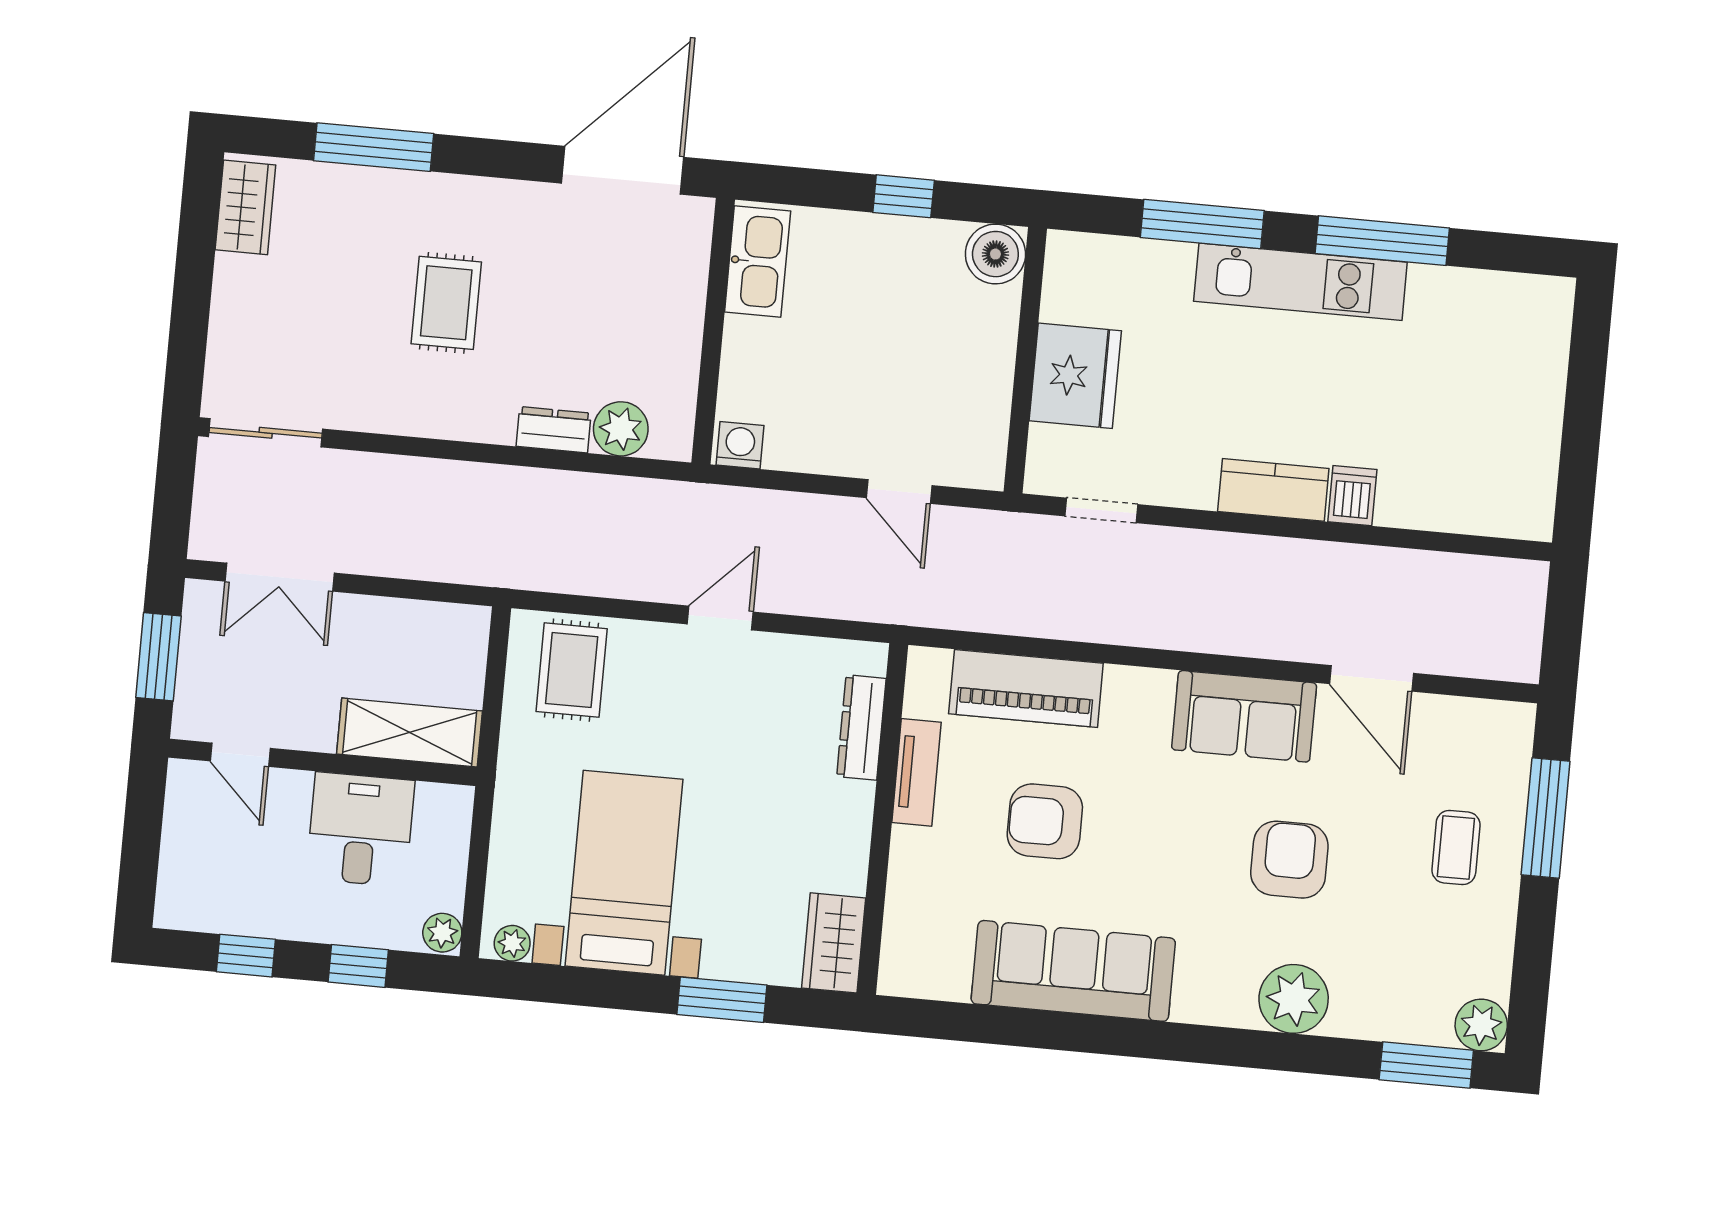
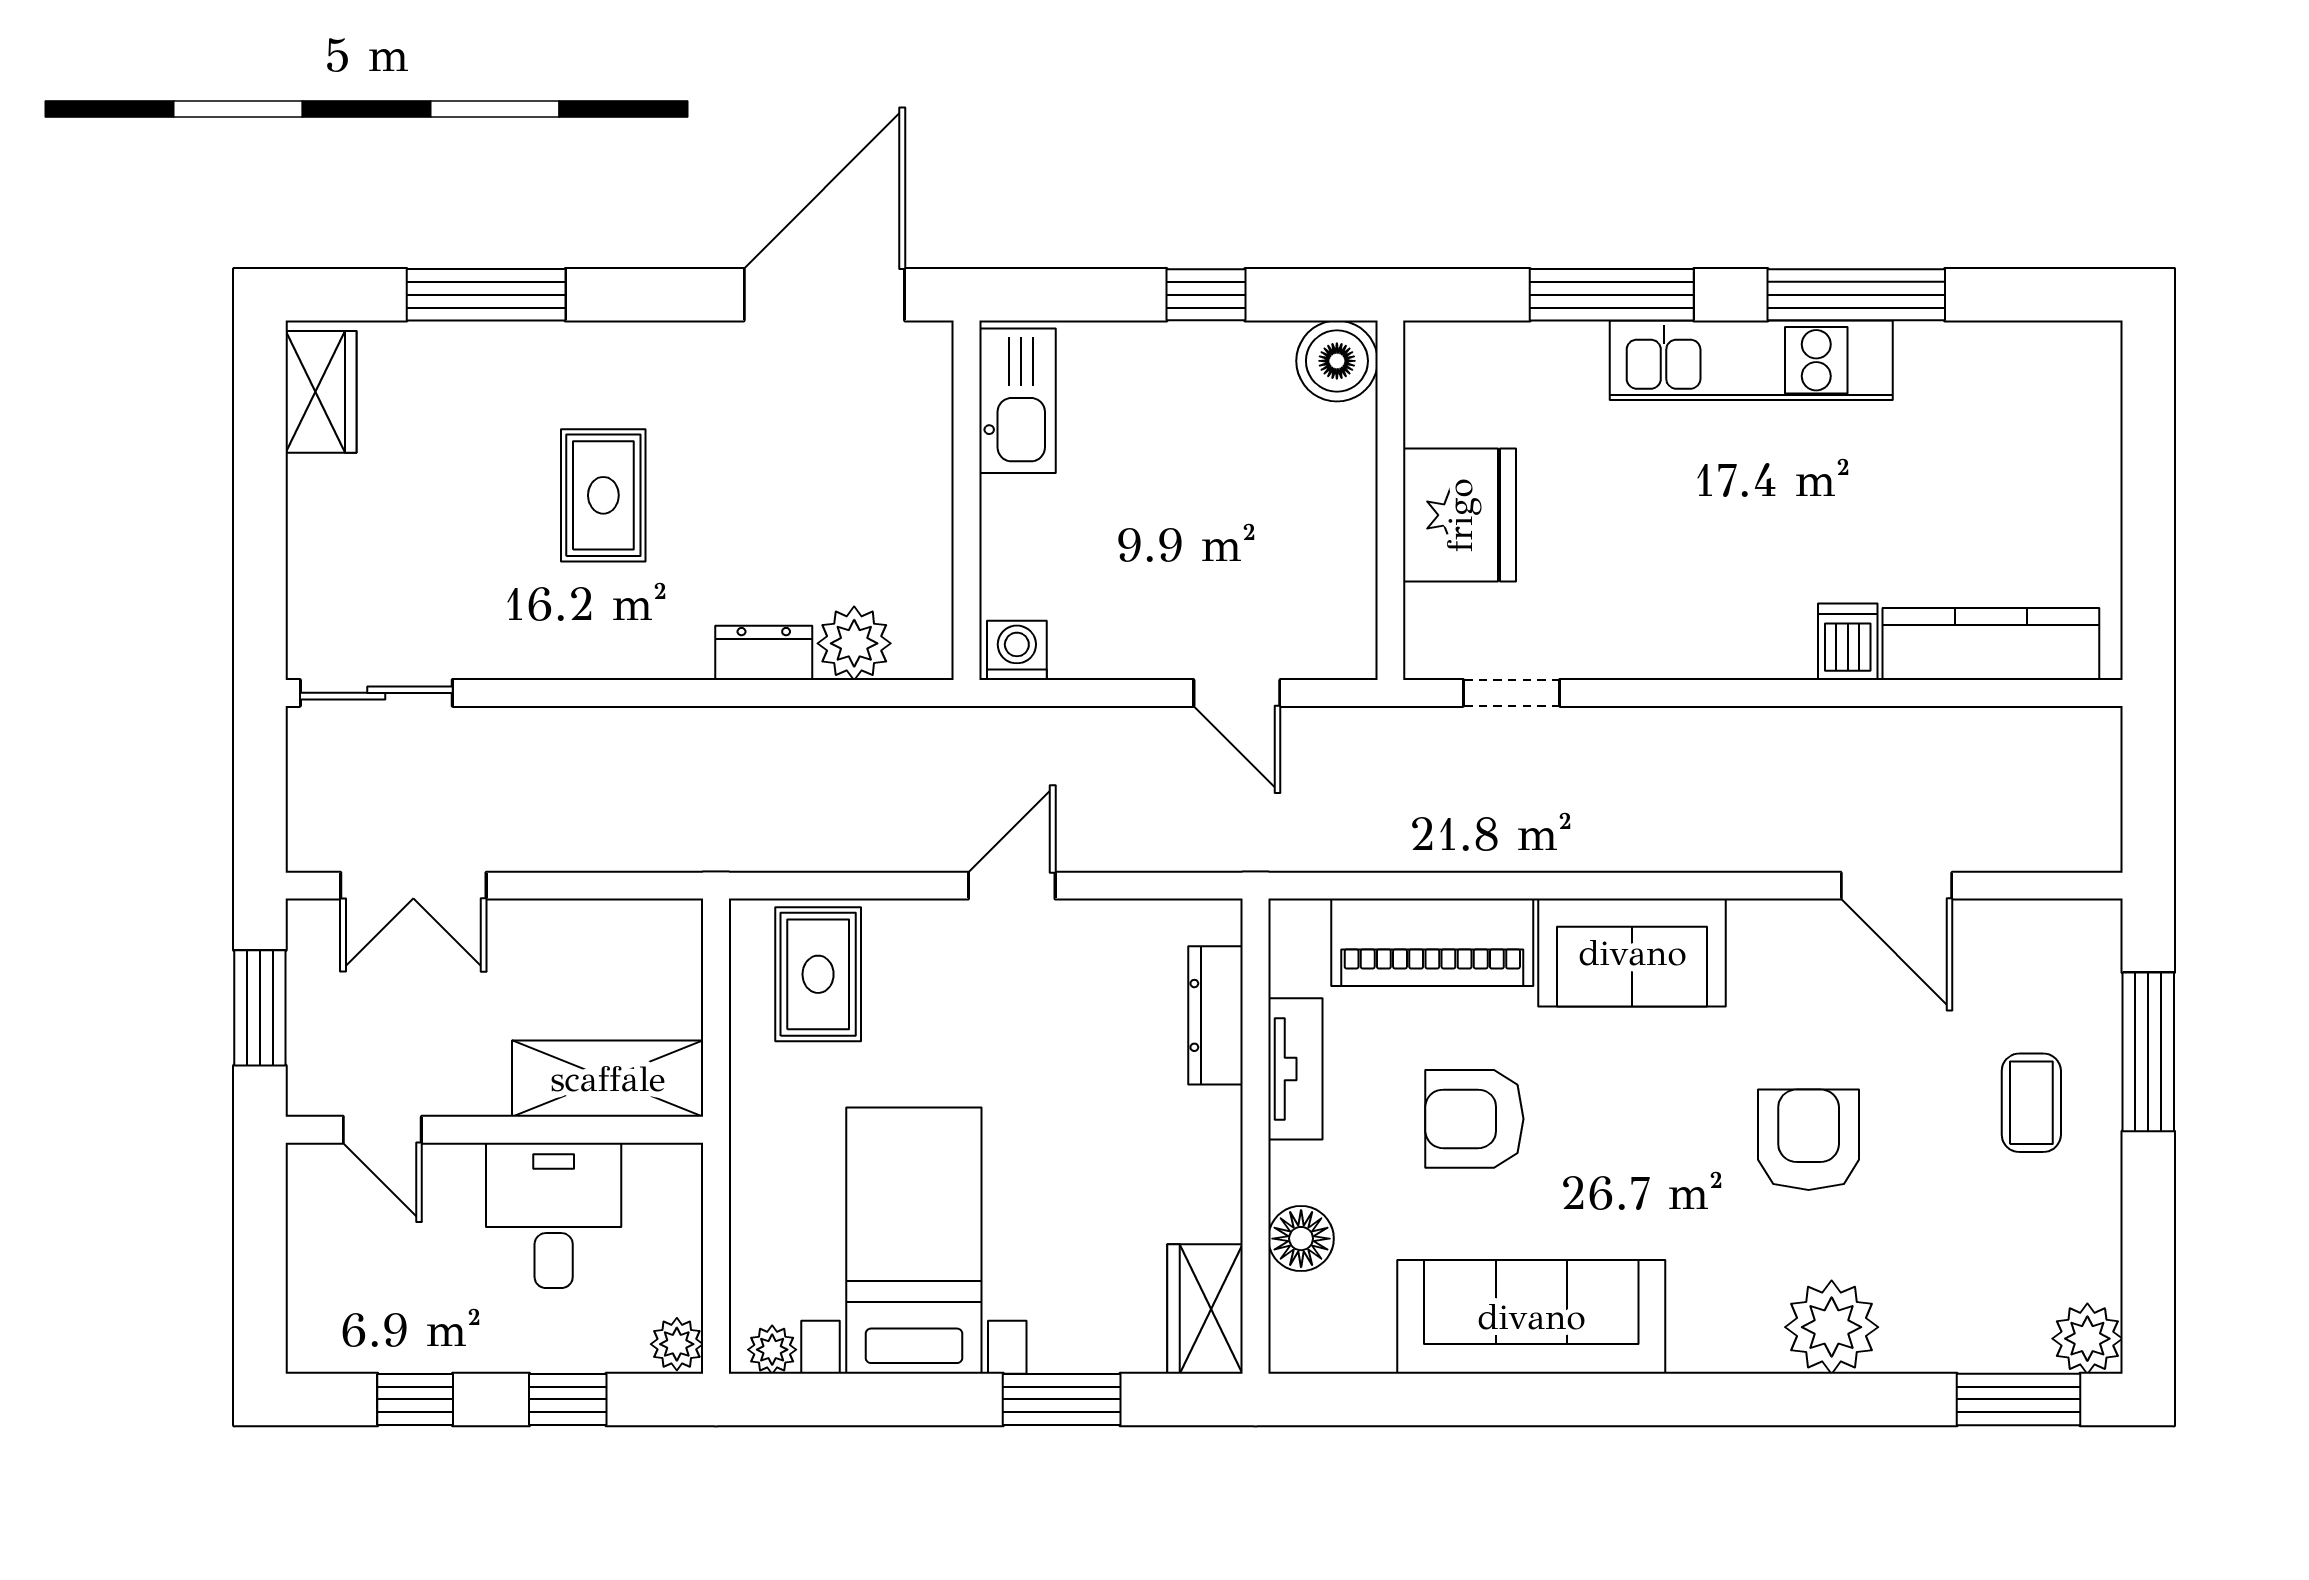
kitchen counter: (1273, 490) -> (1991, 644), moved, width x1.50
sofa: (1244, 716) -> (1632, 953), moved
floor lamp: (909, 898) -> (1301, 1239), added

